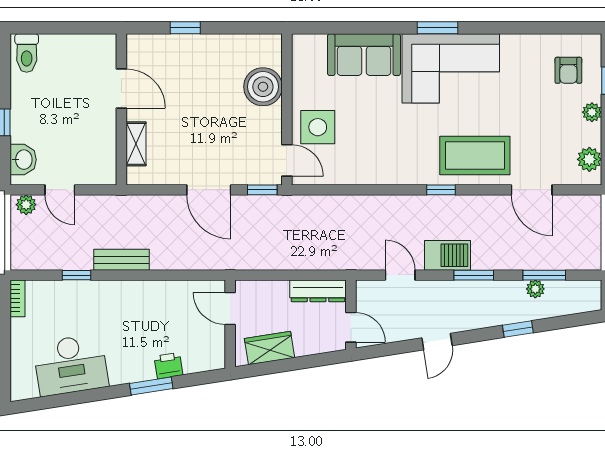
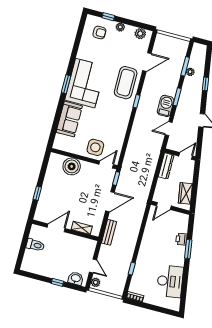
toilet: (27, 53) -> (35, 245), moved
door: (60, 190) -> (93, 266), hinge flipped
bench: (121, 260) -> (109, 232), moved

